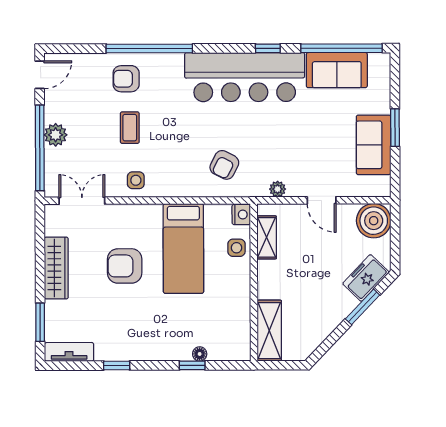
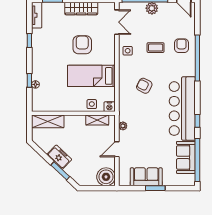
armchair: (224, 165) -> (144, 86), moved
freezer: (366, 278) -> (59, 157), moved

